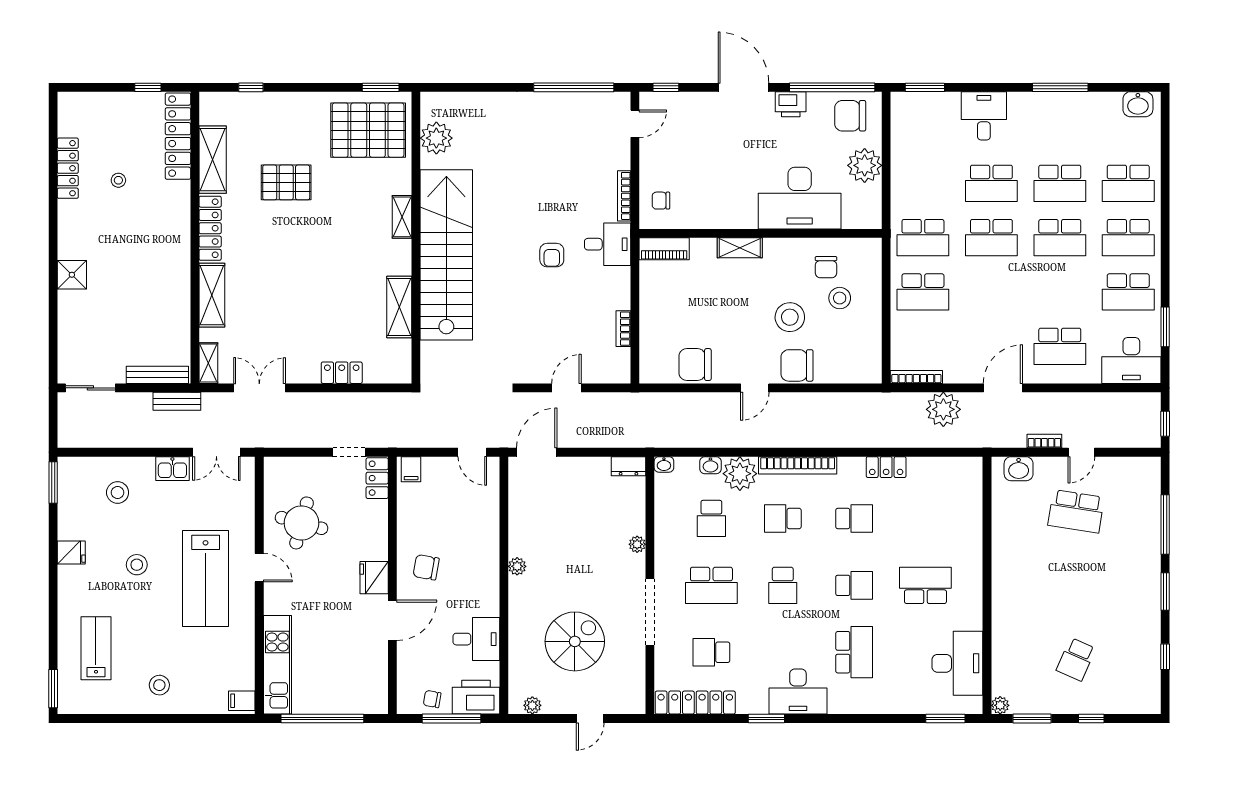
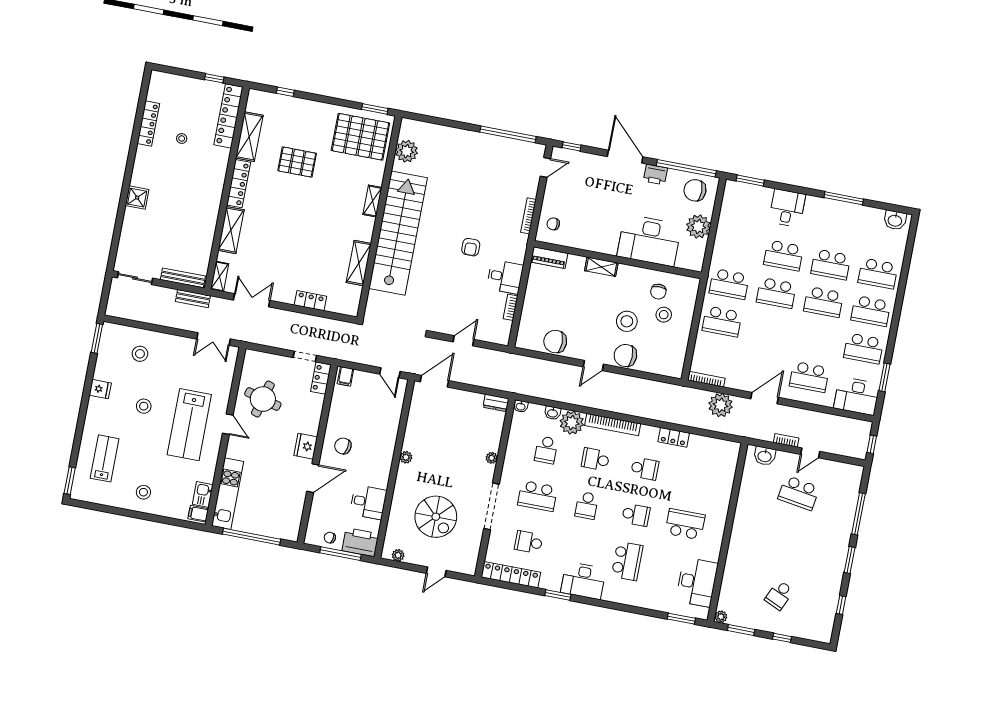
desk: (608, 244) -> (505, 277), moved
kitchen sink: (172, 469) -> (203, 494), moved, turned 90
spiral stairs: (575, 641) -> (436, 517), turned 90

